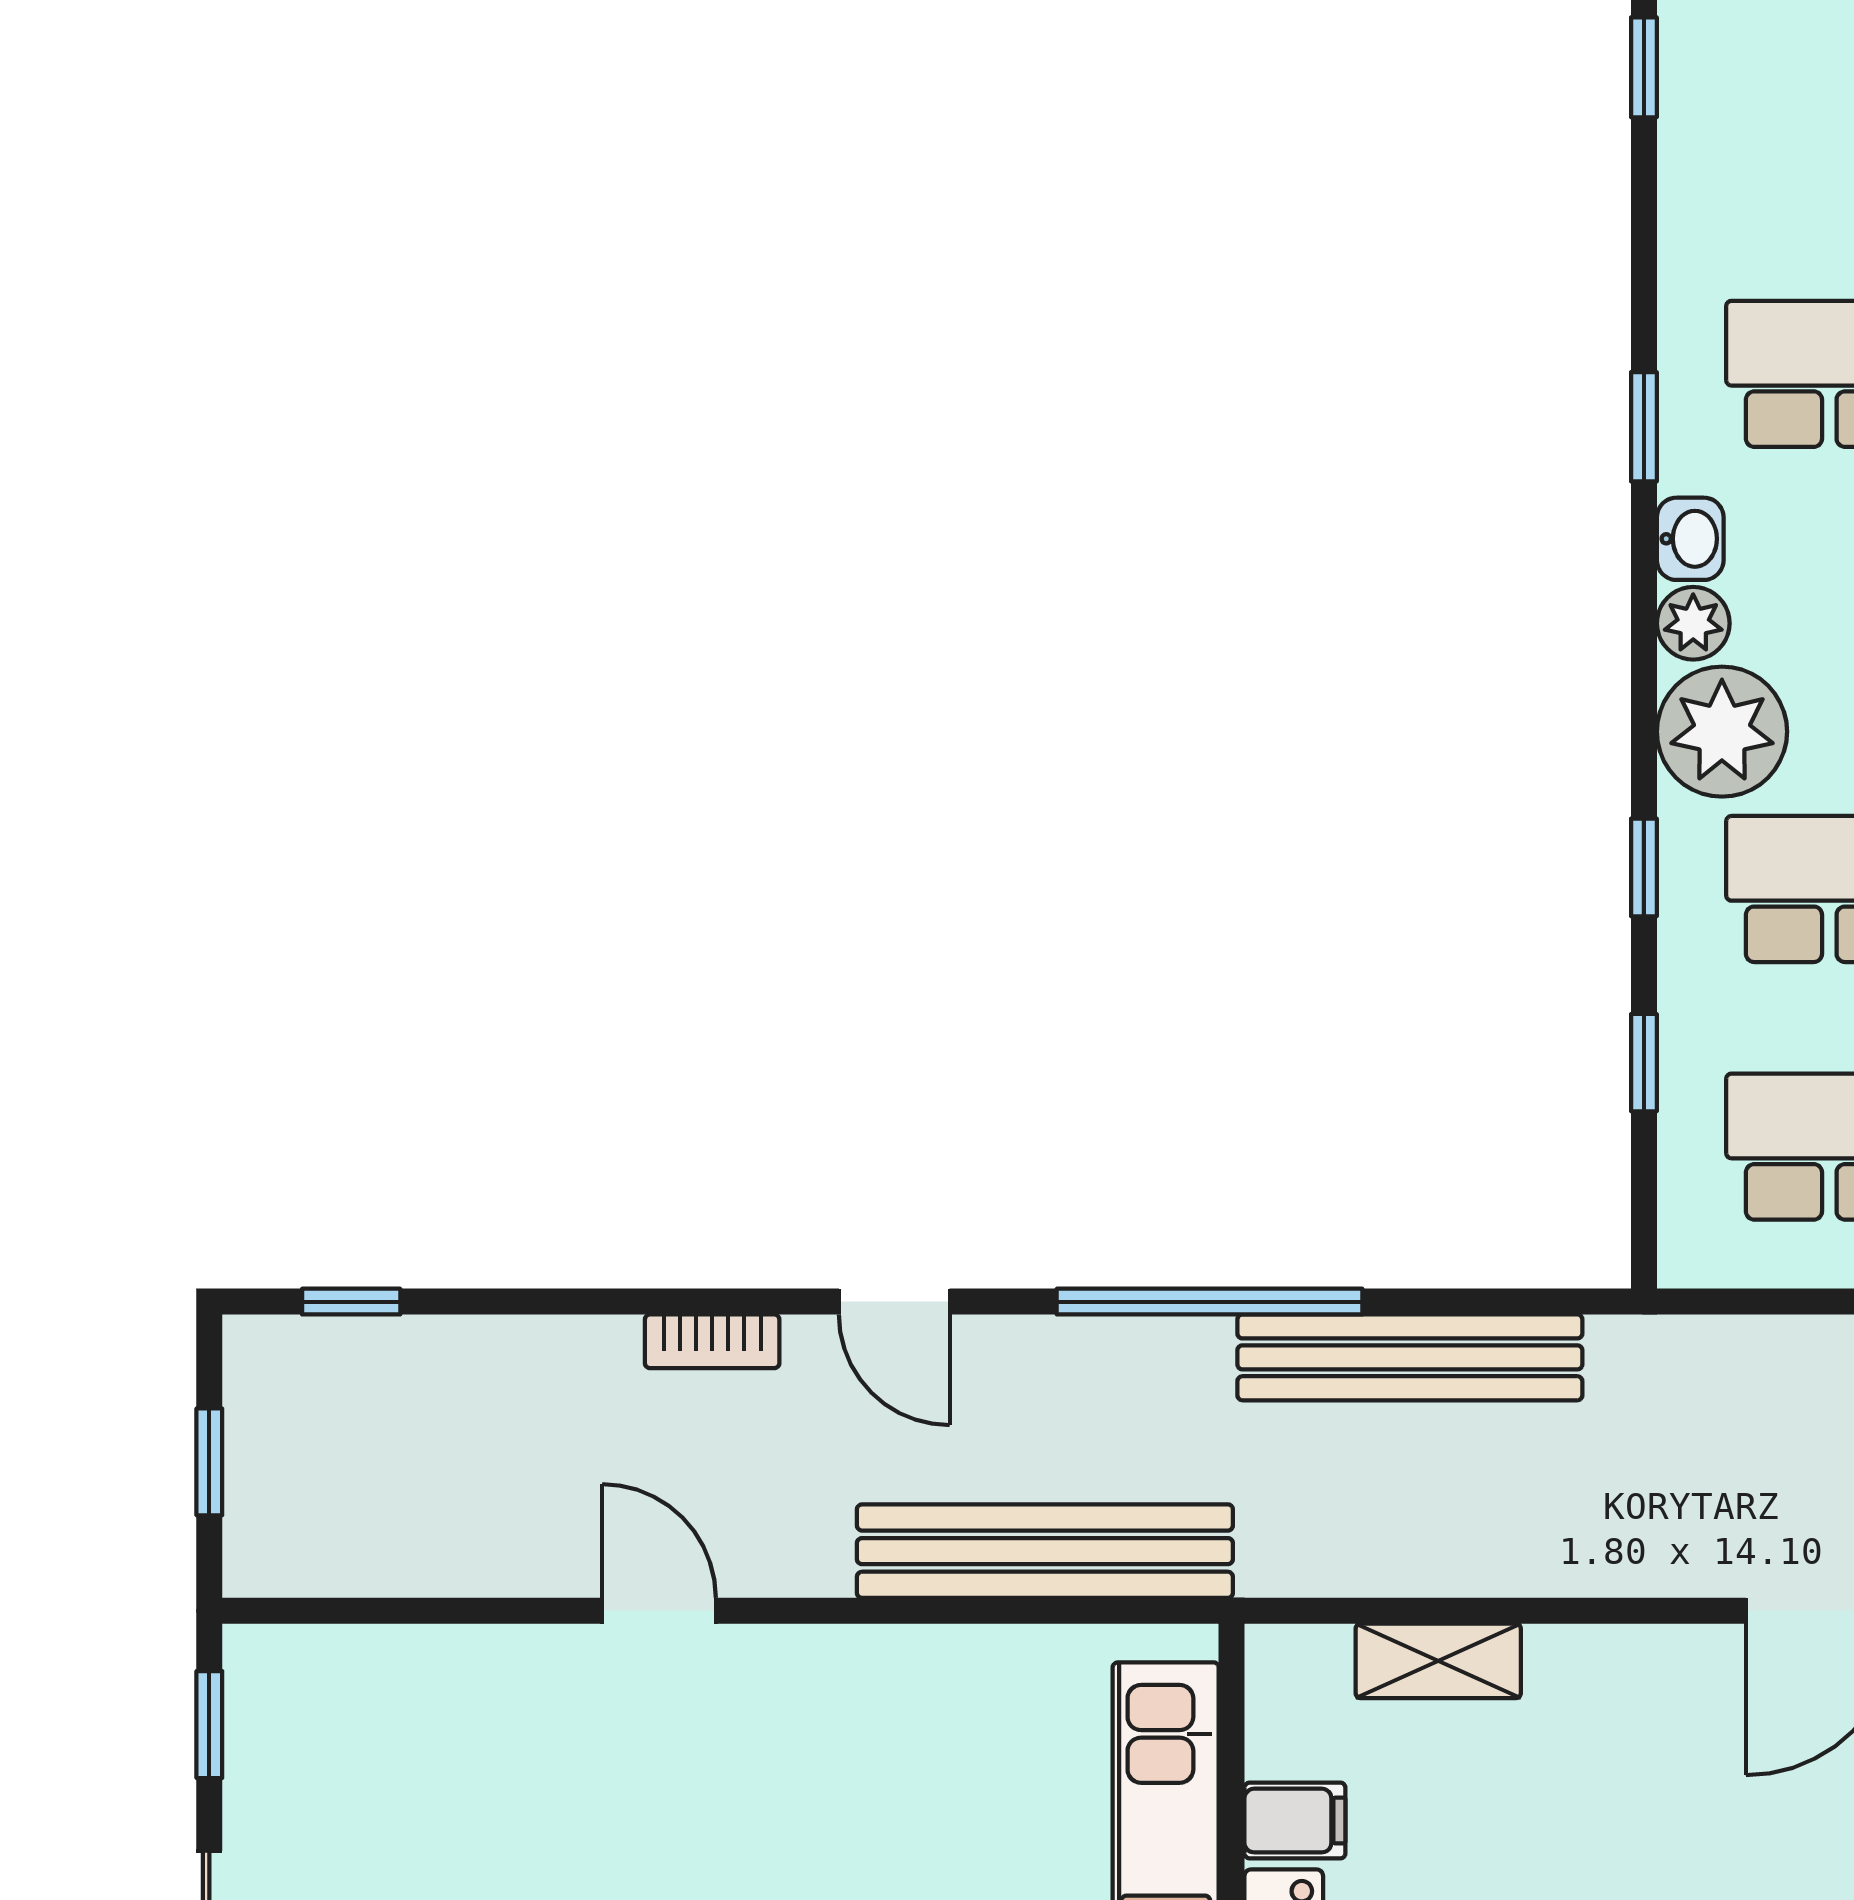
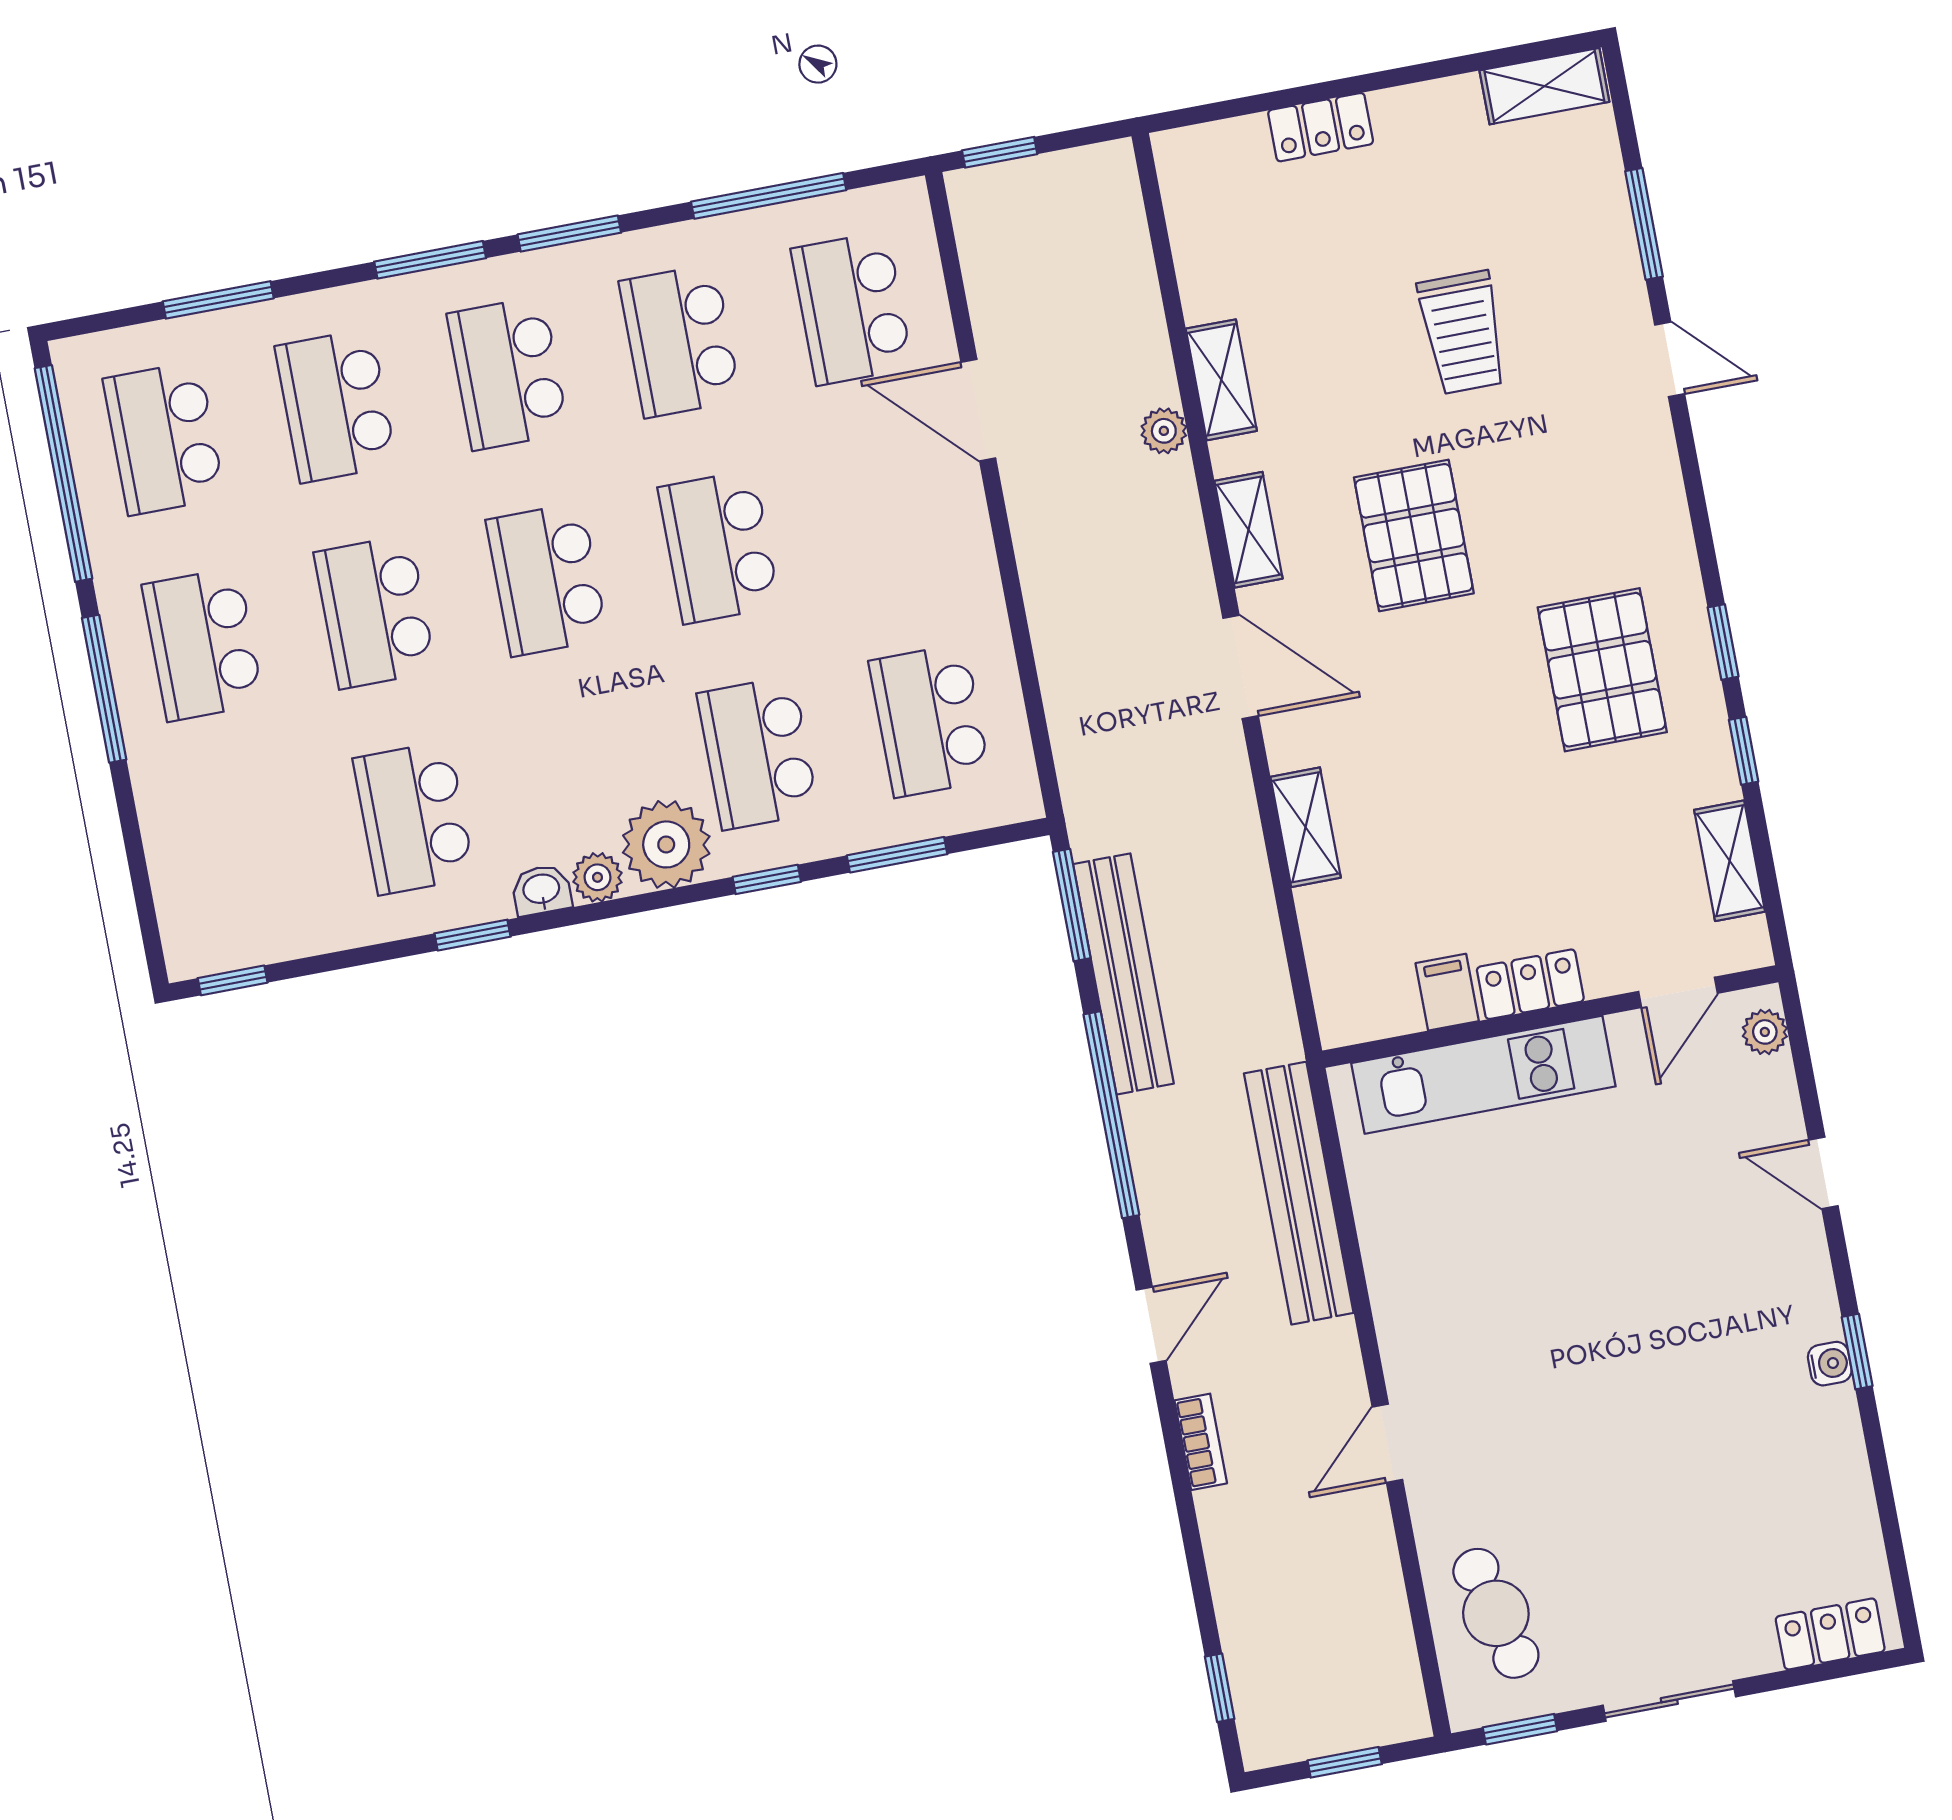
window: (1644, 1063) -> (897, 855), width x1.50
window: (1524, 1302) -> (1072, 905), added
shelving: (1438, 1661) -> (1306, 827), moved
cafe table: (383, 1721) -> (1496, 1613), added

